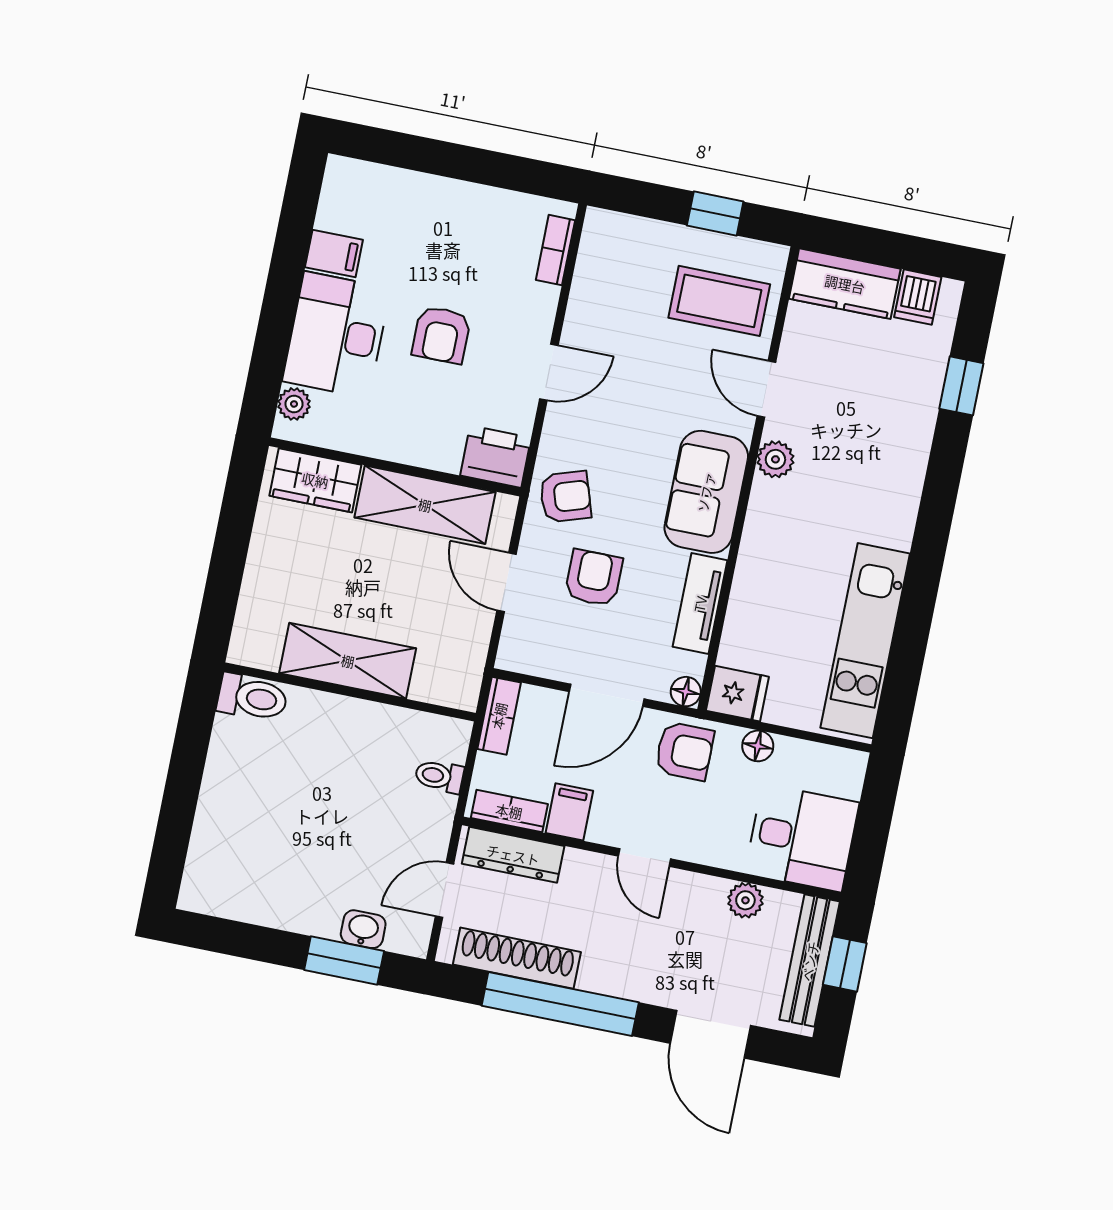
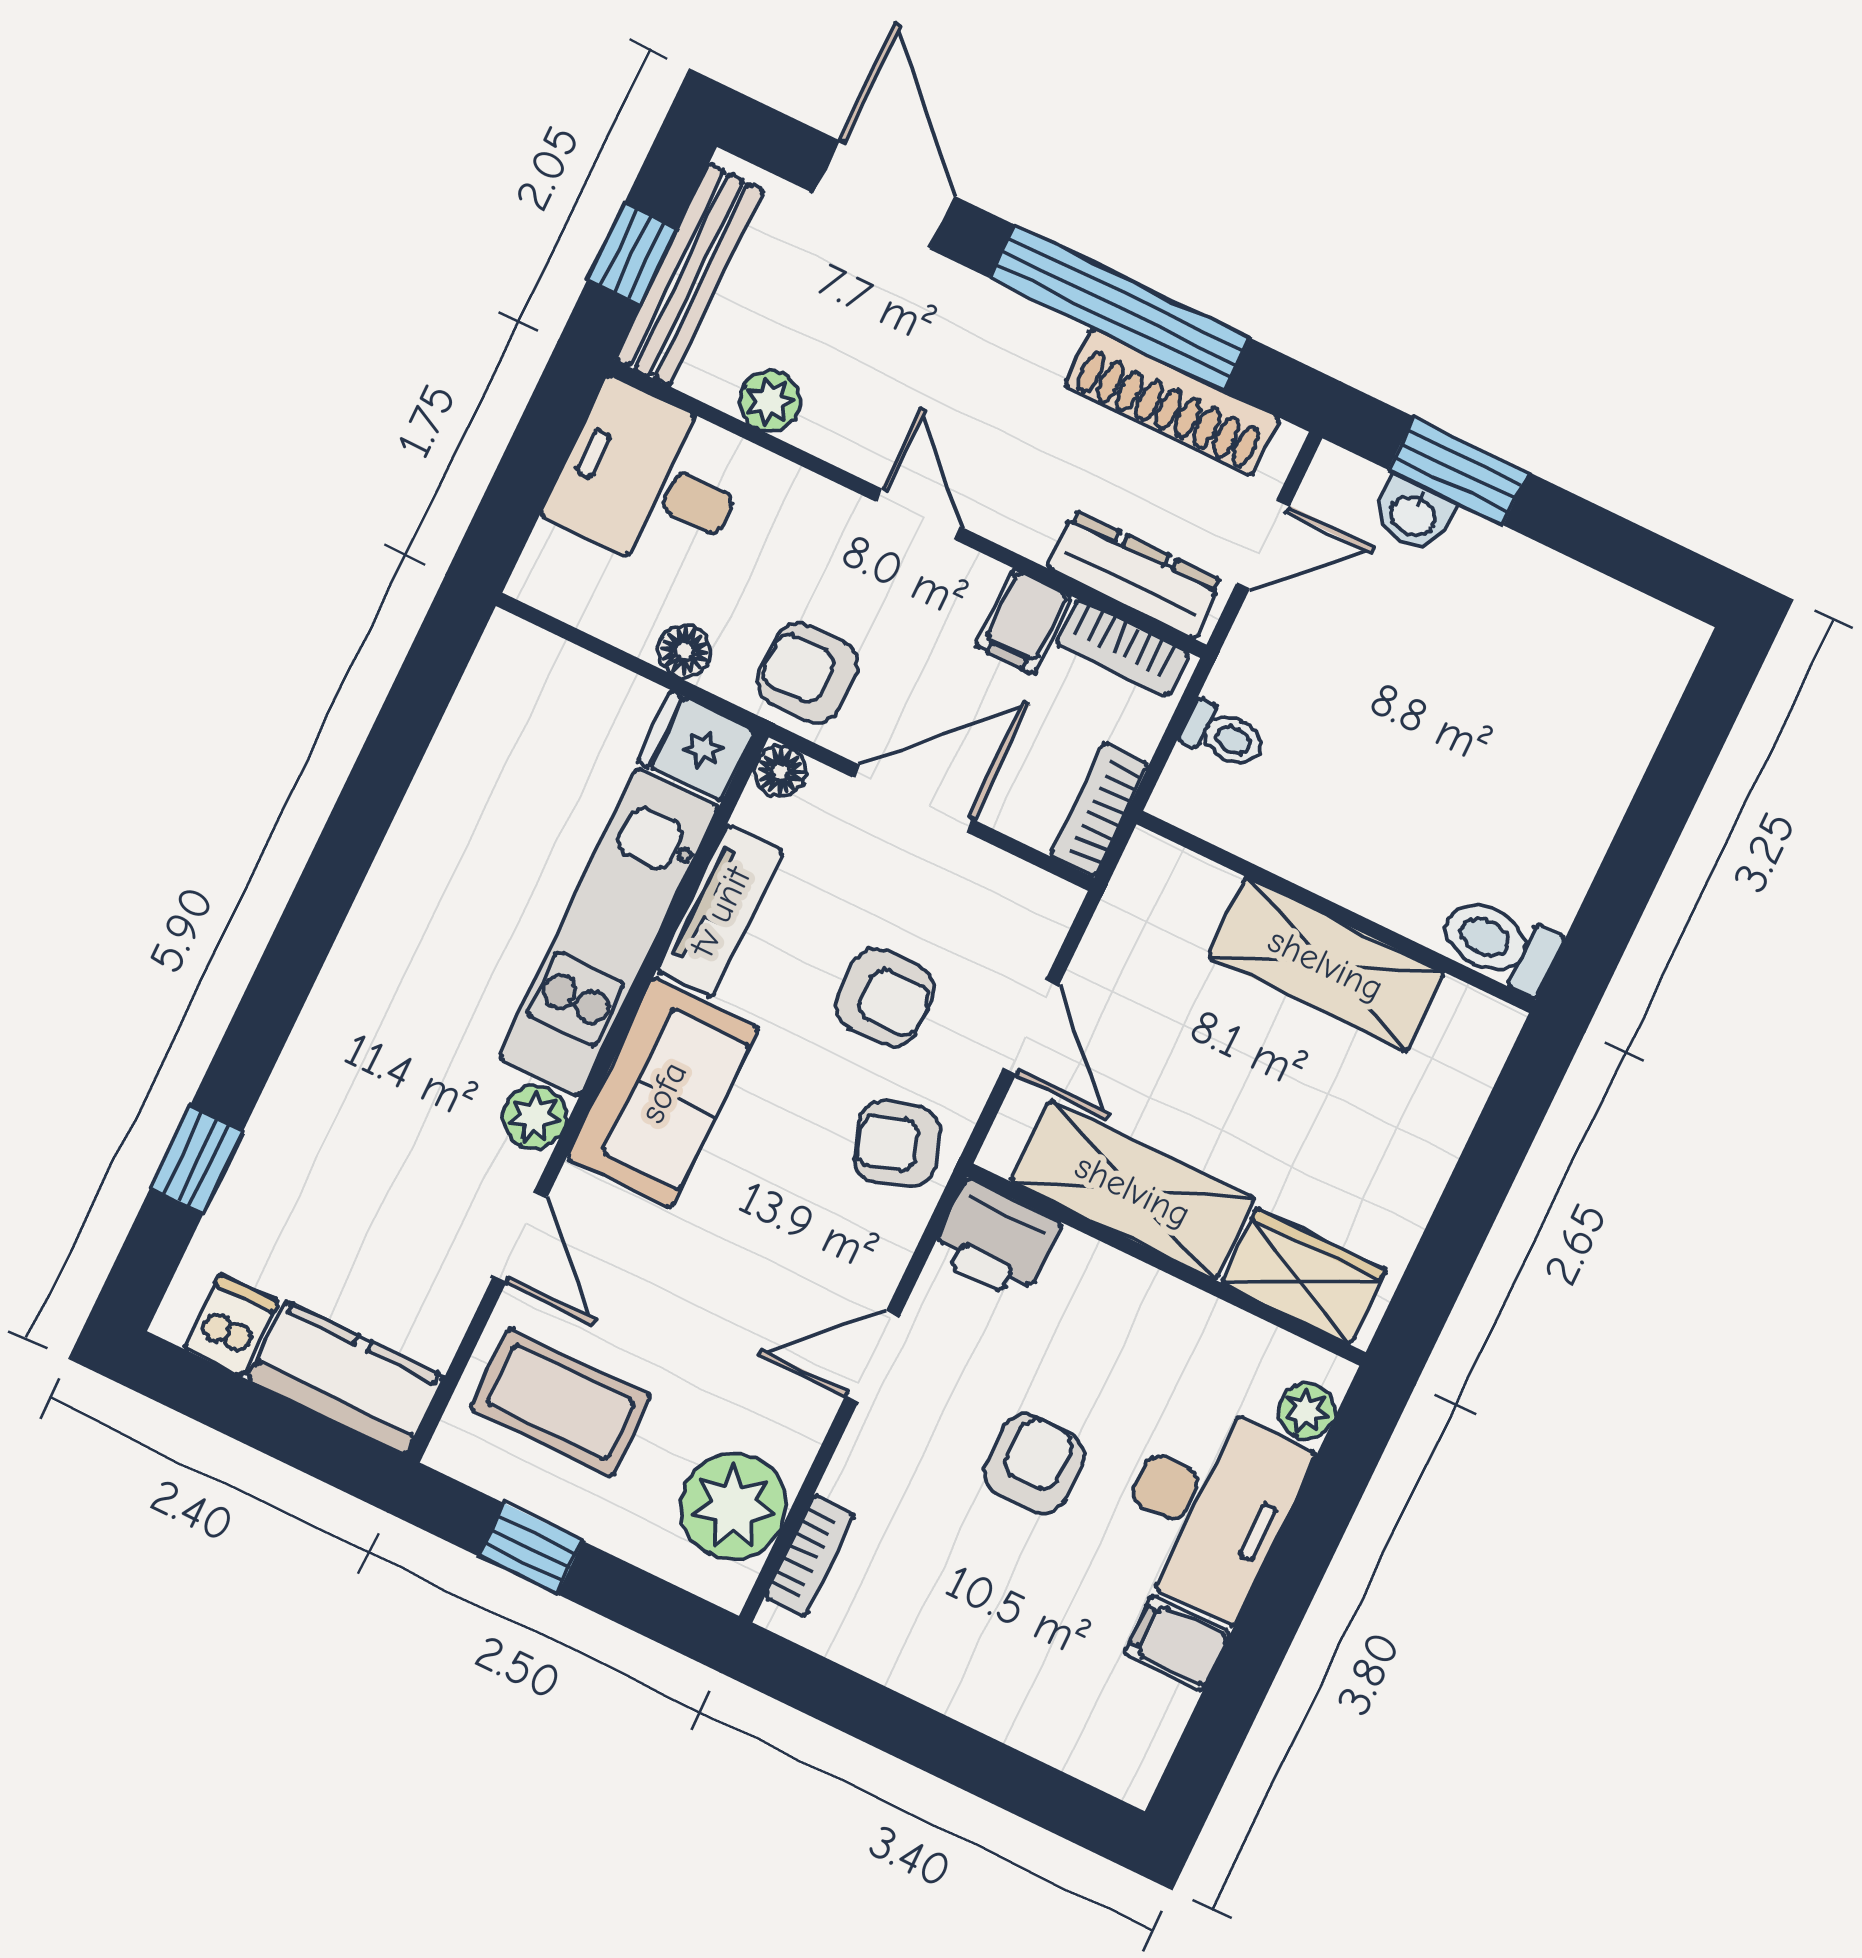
plant: (606, 267) -> (733, 1507), added
armchair: (594, 578) -> (885, 998), turned -90
kitchen unit: (865, 641) -> (608, 932), moved, turned 180

